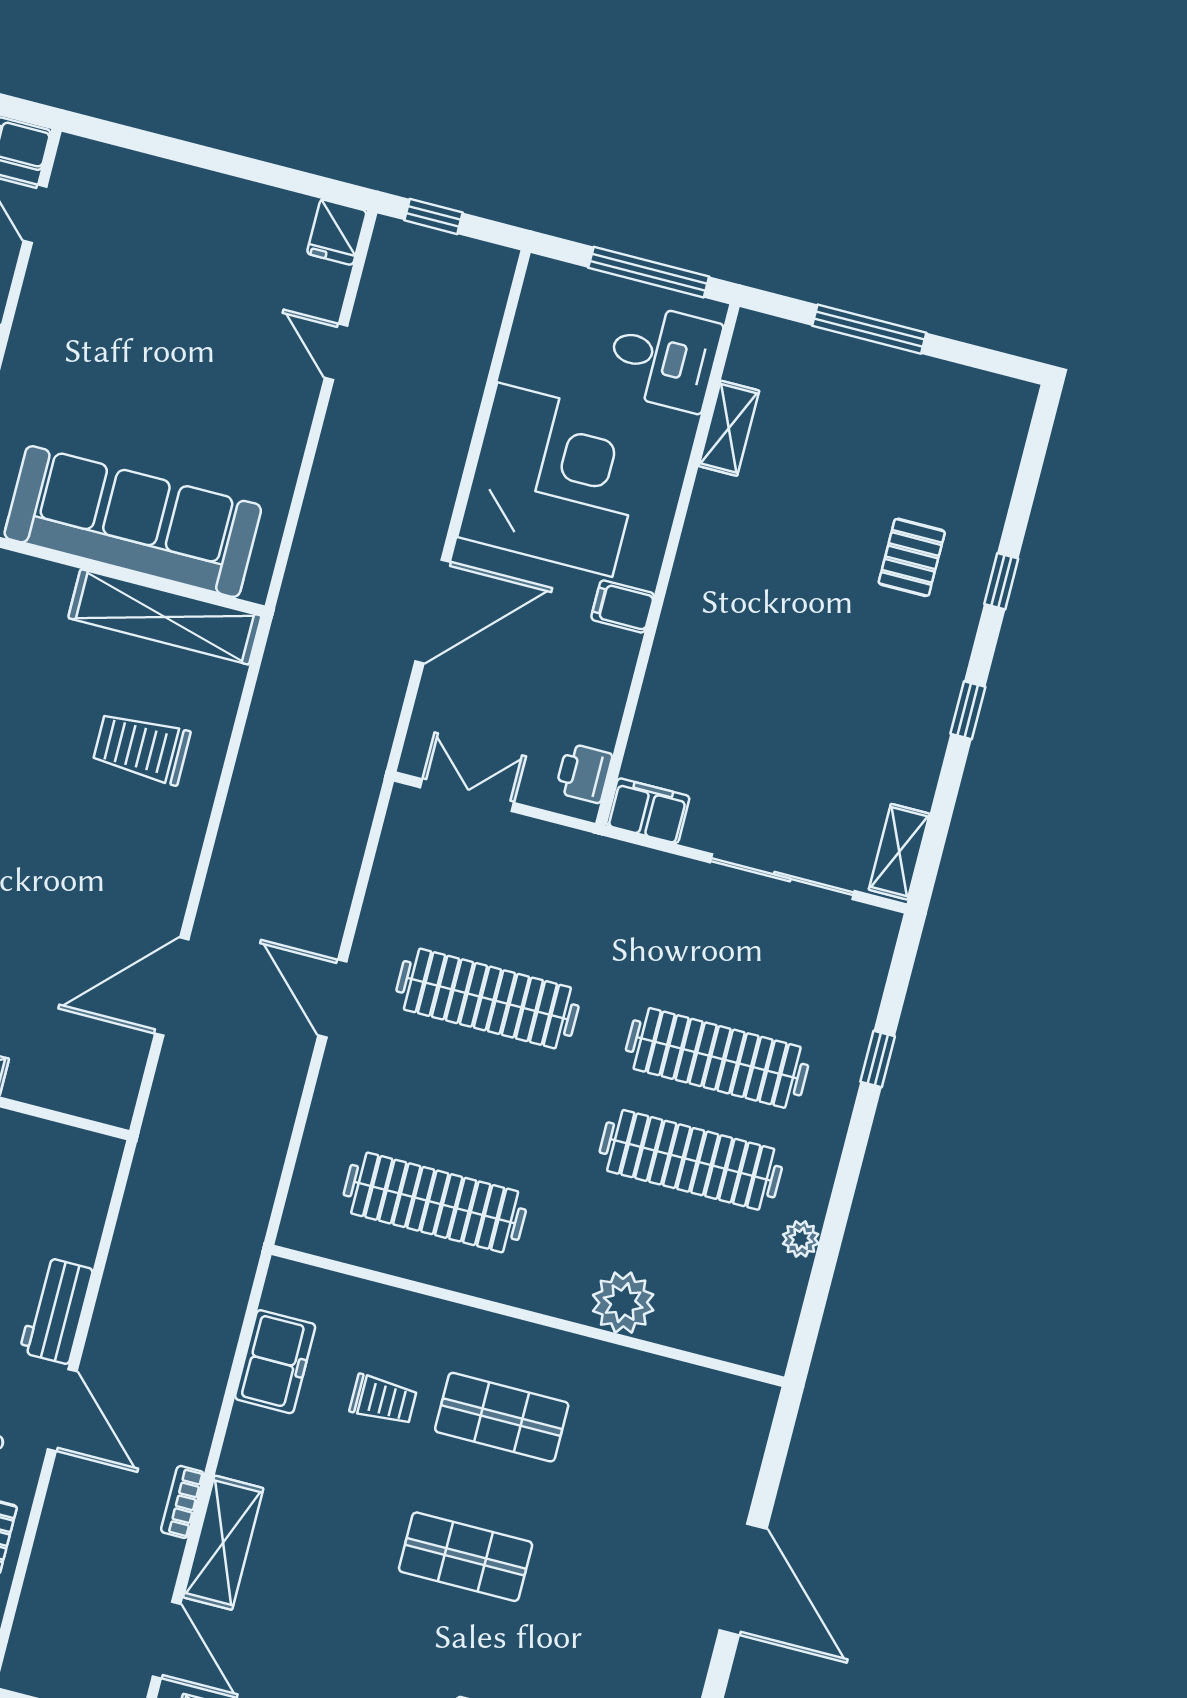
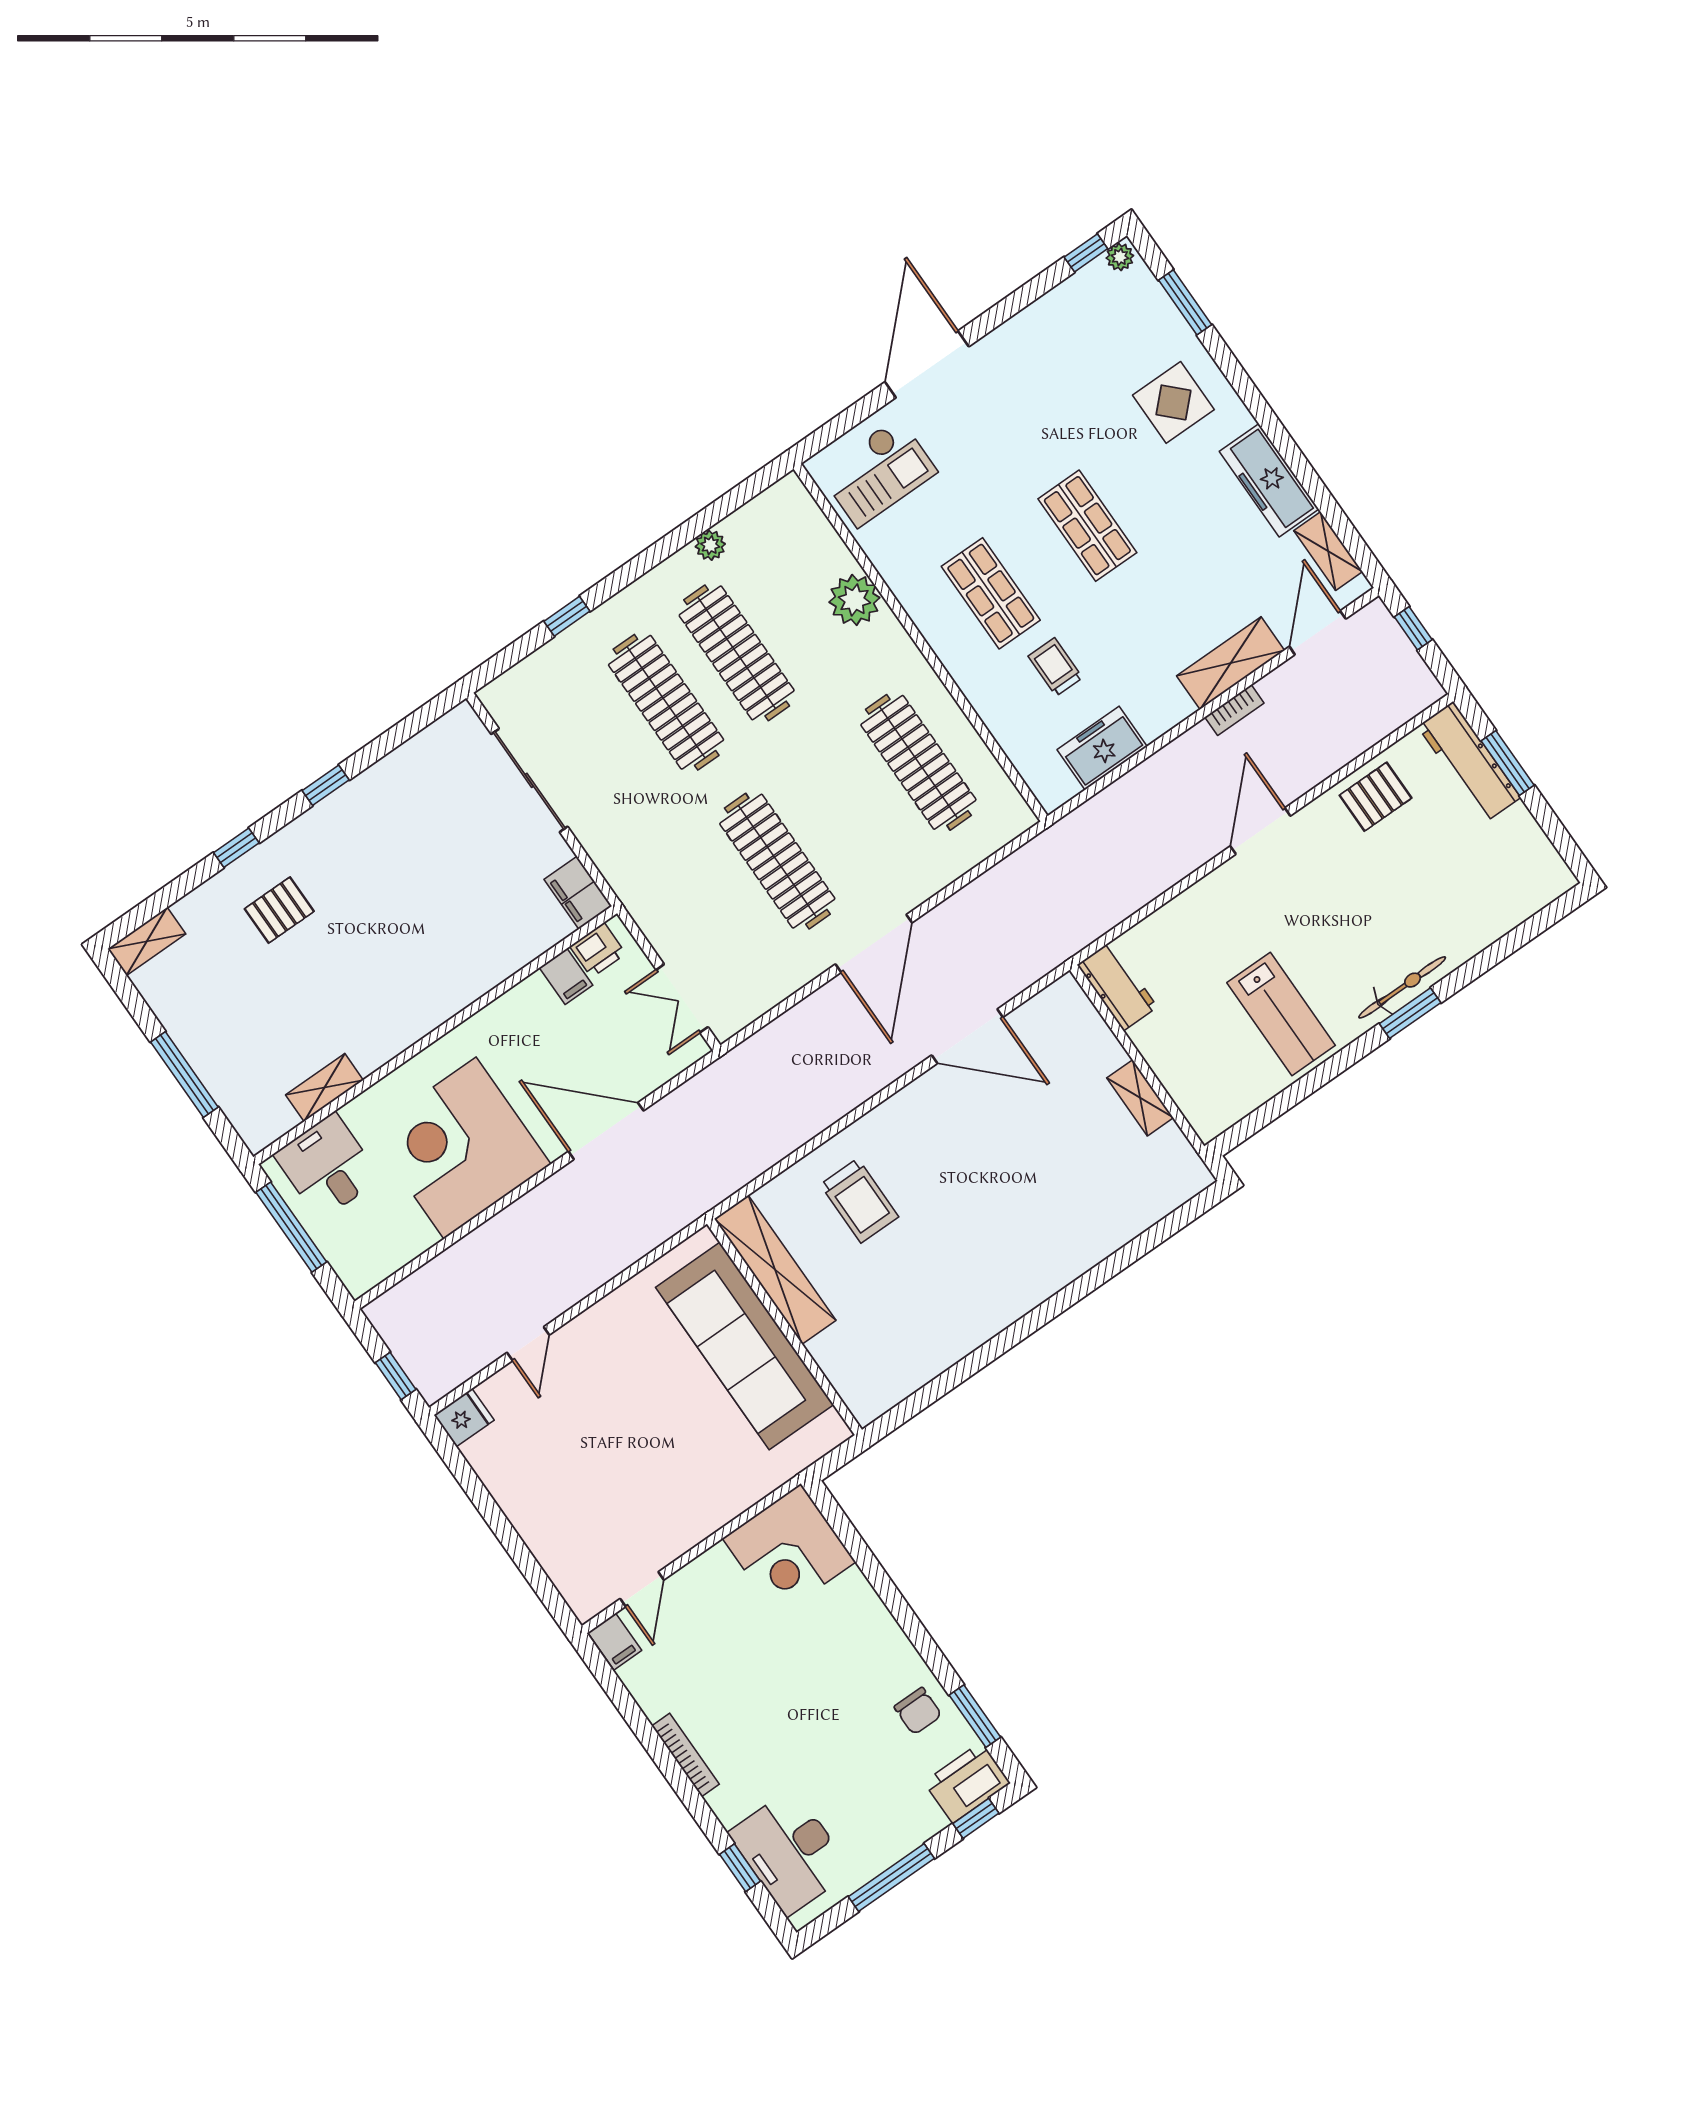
filing cabinet: (623, 606) -> (566, 976), moved
shelving: (899, 852) -> (147, 941), moved
door: (332, 999) -> (874, 943), width x1.36
workbench: (56, 1311) -> (1117, 986), moved, turned -90
checkout: (703, 1440) -> (878, 472), added

